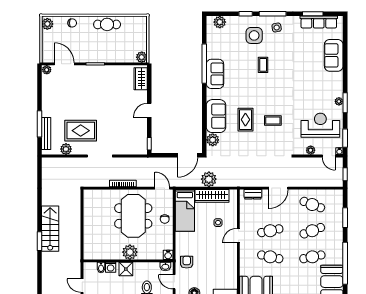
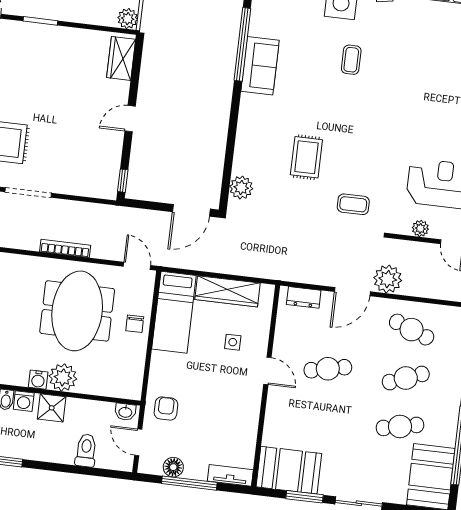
sofa: (216, 116) -> (253, 144), removed
coffee table: (273, 121) -> (353, 204), moved
plant: (209, 179) -> (388, 279), moved
door: (238, 236) -> (267, 371), swing flipped
water cooler: (168, 255) -> (38, 380), moved
cafe table: (270, 257) -> (322, 417), removed

